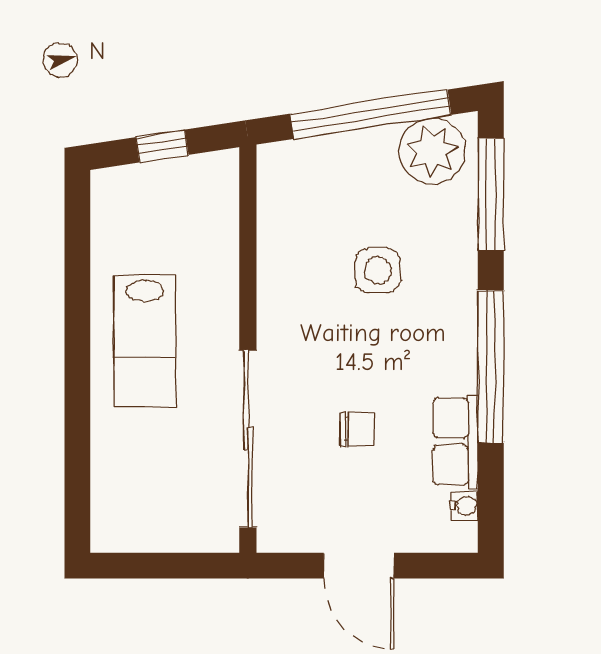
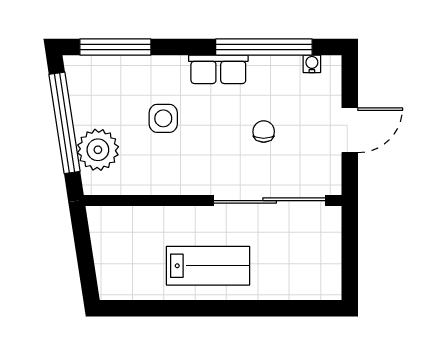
window: (162, 146) -> (85, 255), removed
plant: (432, 151) -> (98, 150), moved
window: (491, 366) -> (264, 47), moved
row of seats: (455, 441) -> (218, 69), moved

